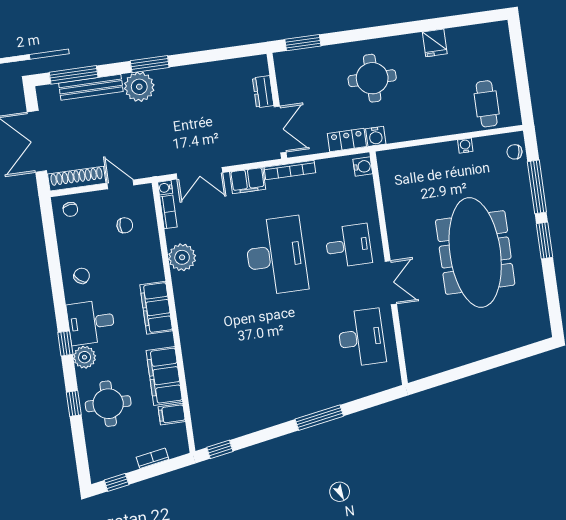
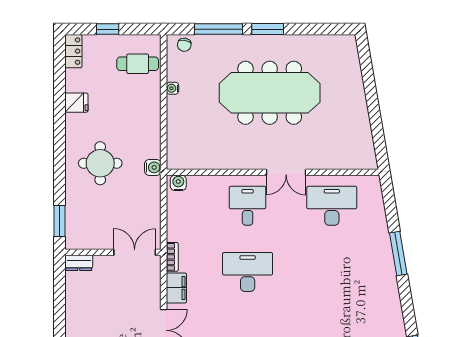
window: (520, 66) -> (108, 29), added
dresser: (263, 92) -> (79, 263), moved
locker: (347, 140) -> (73, 51), moved, turned 180
bookcase: (290, 170) -> (172, 257), width x0.64
desk: (276, 256) -> (248, 272), width x0.73, depth x0.77
double door: (391, 283) -> (286, 172), swing flipped

